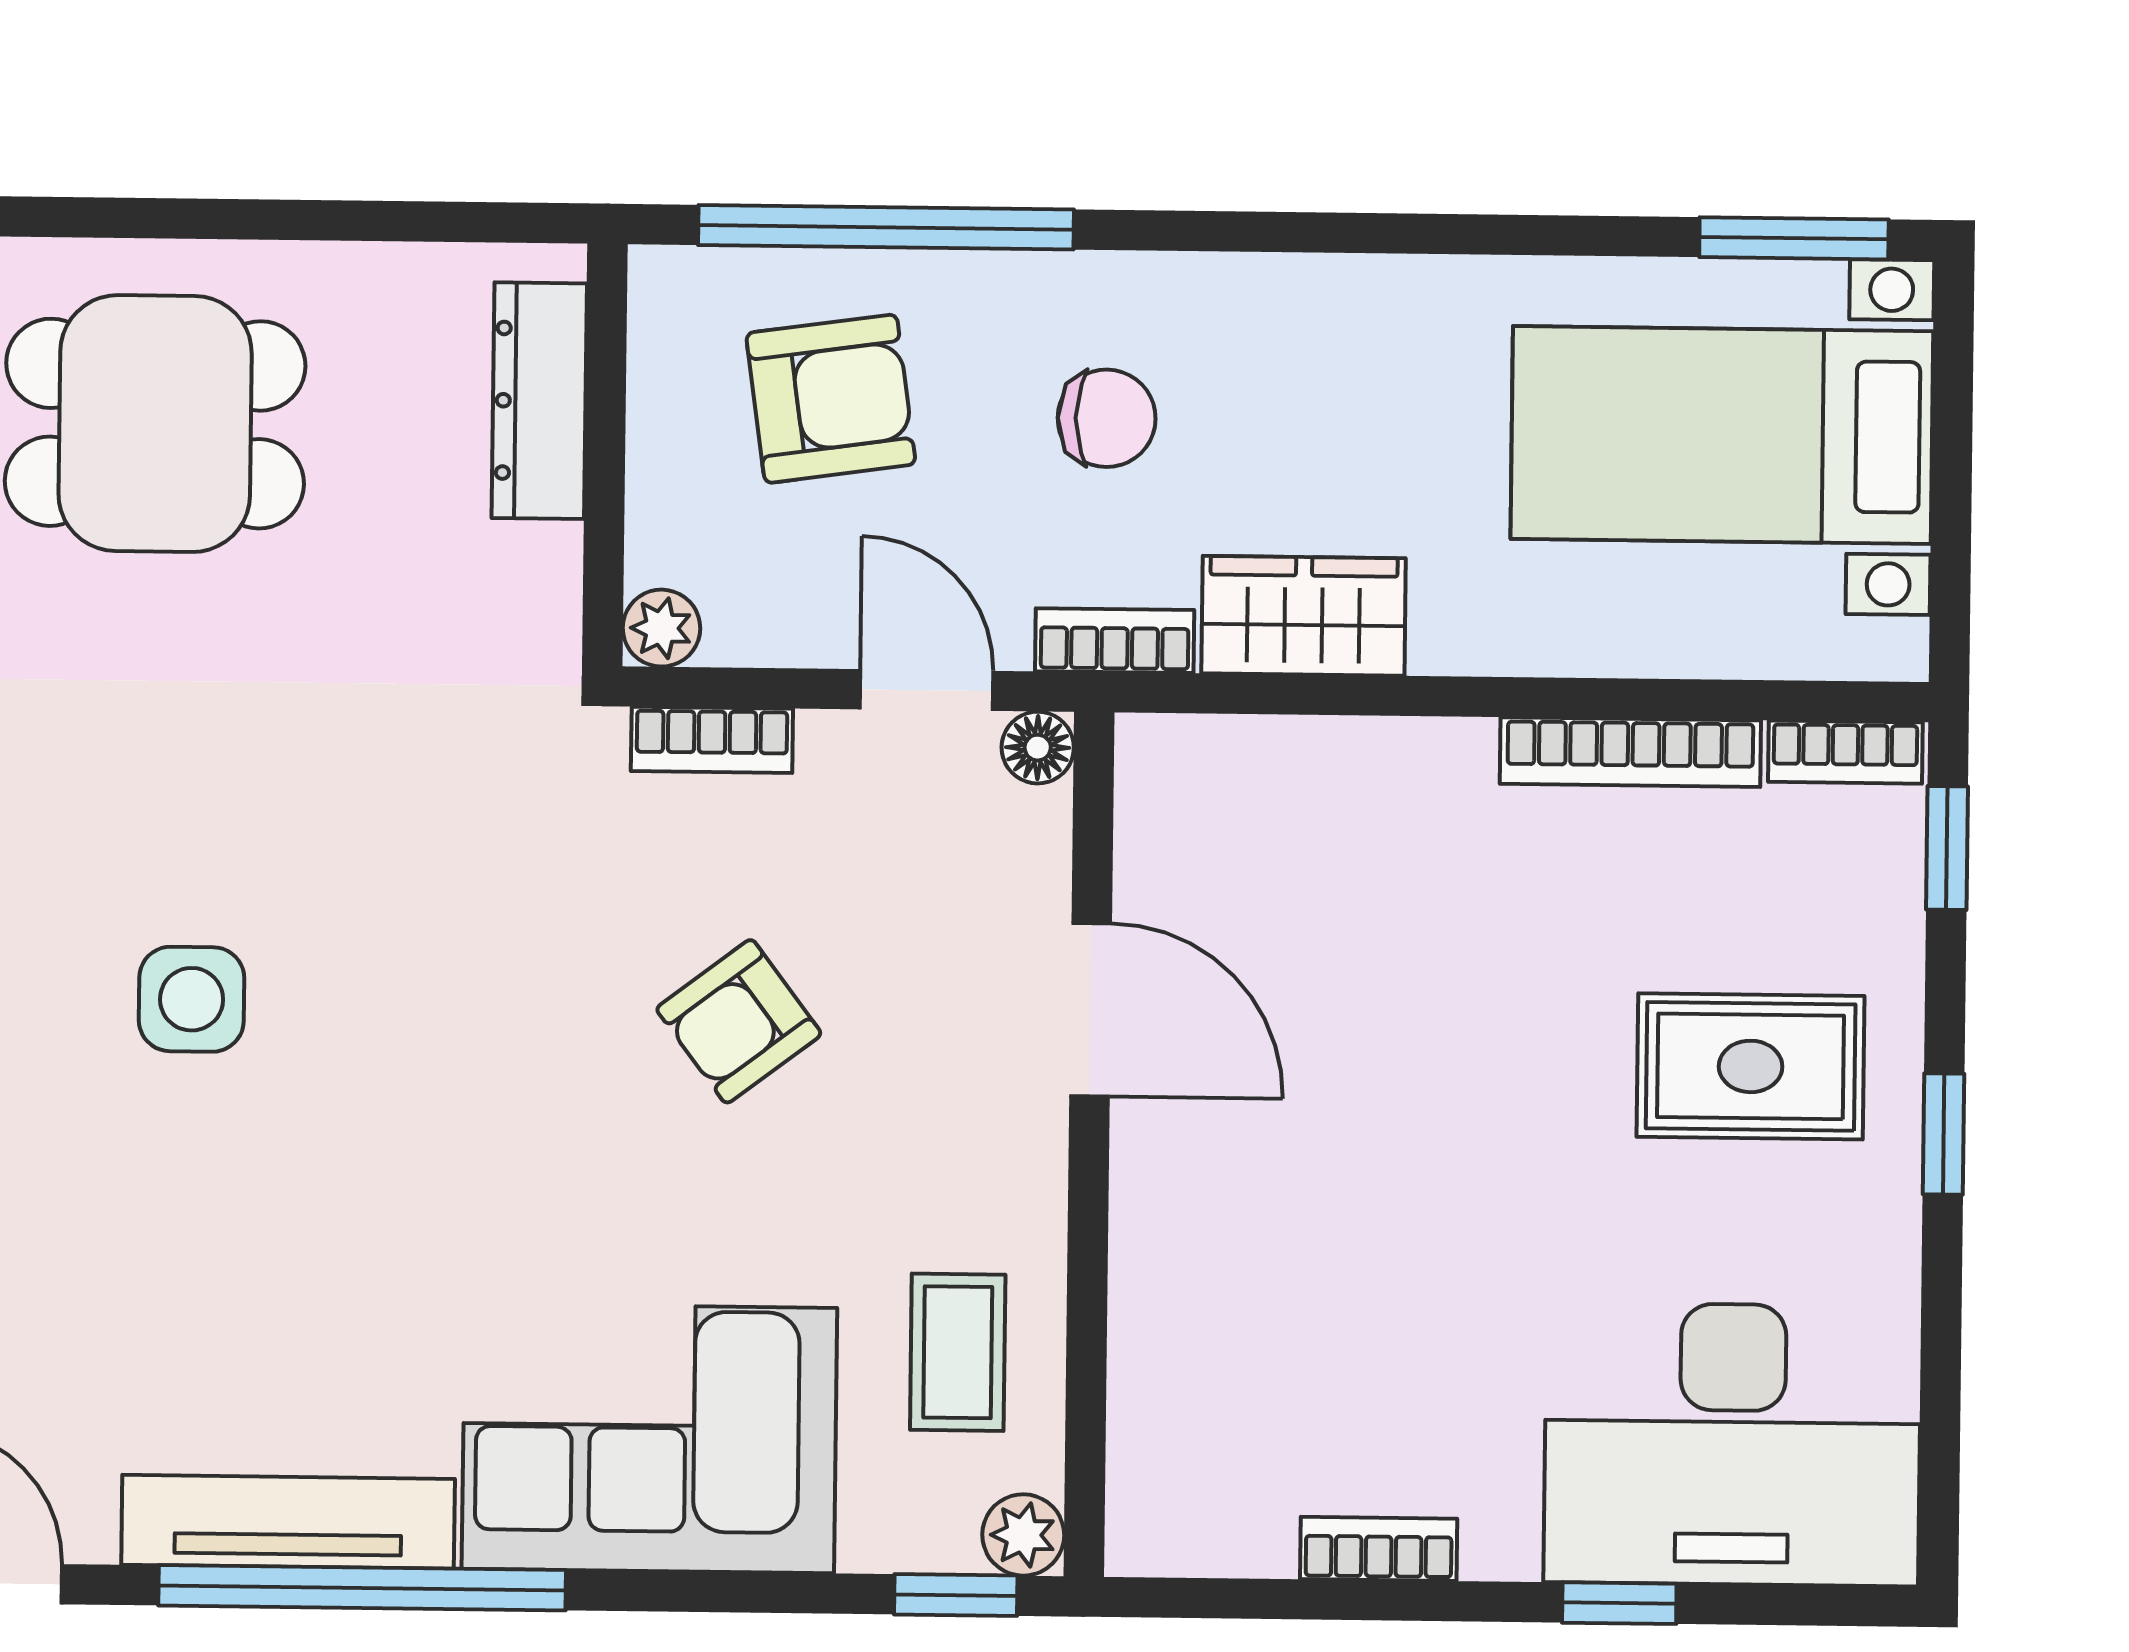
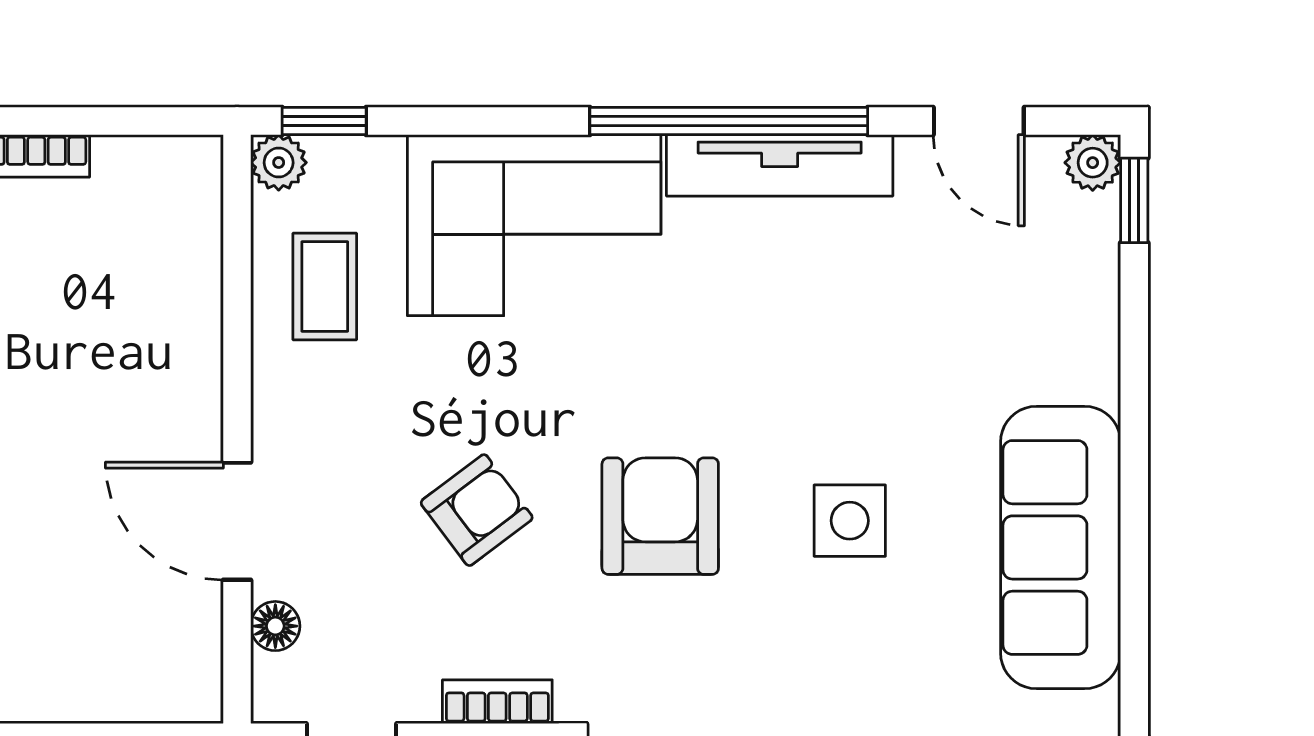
floor lamp: (1038, 748) -> (275, 626), moved
armchair: (470, 1009) -> (660, 516), added

